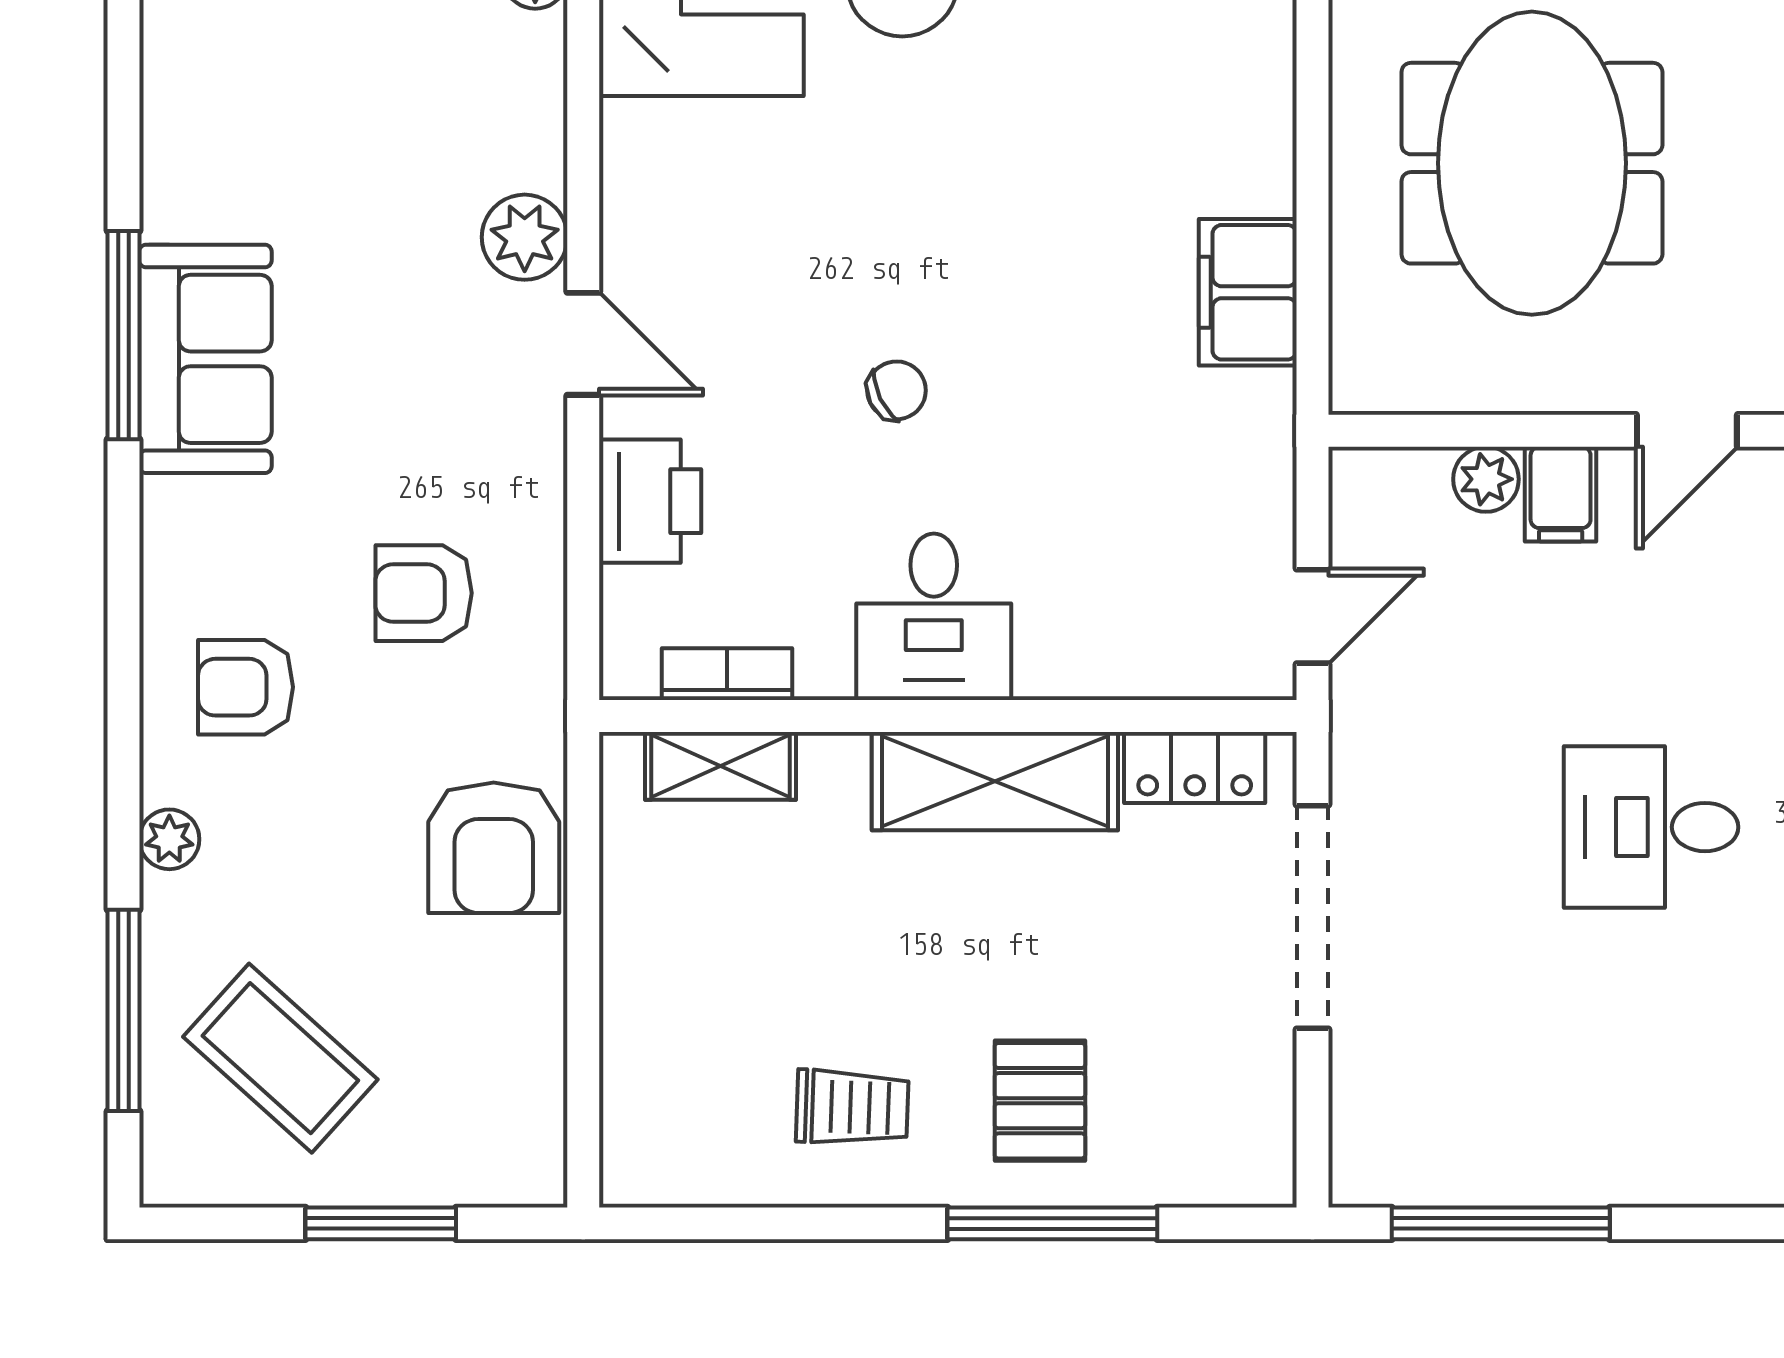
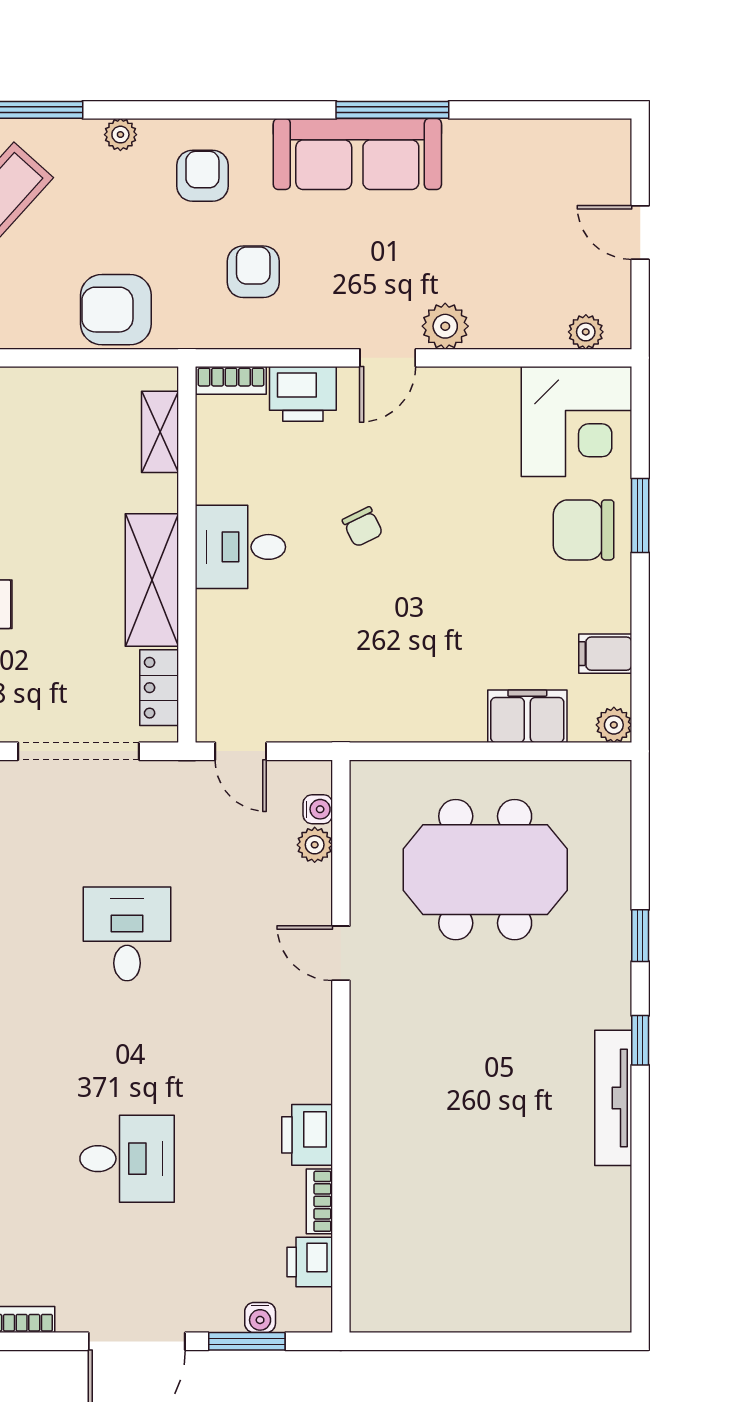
filing cabinet: (1248, 292) -> (527, 716), moved
sofa: (205, 359) -> (357, 154), width x1.36
water cooler: (1420, 473) -> (318, 809), added
filing cabinet: (1561, 494) -> (307, 885), removed
bookcase: (727, 674) -> (231, 380), moved, turned 90

